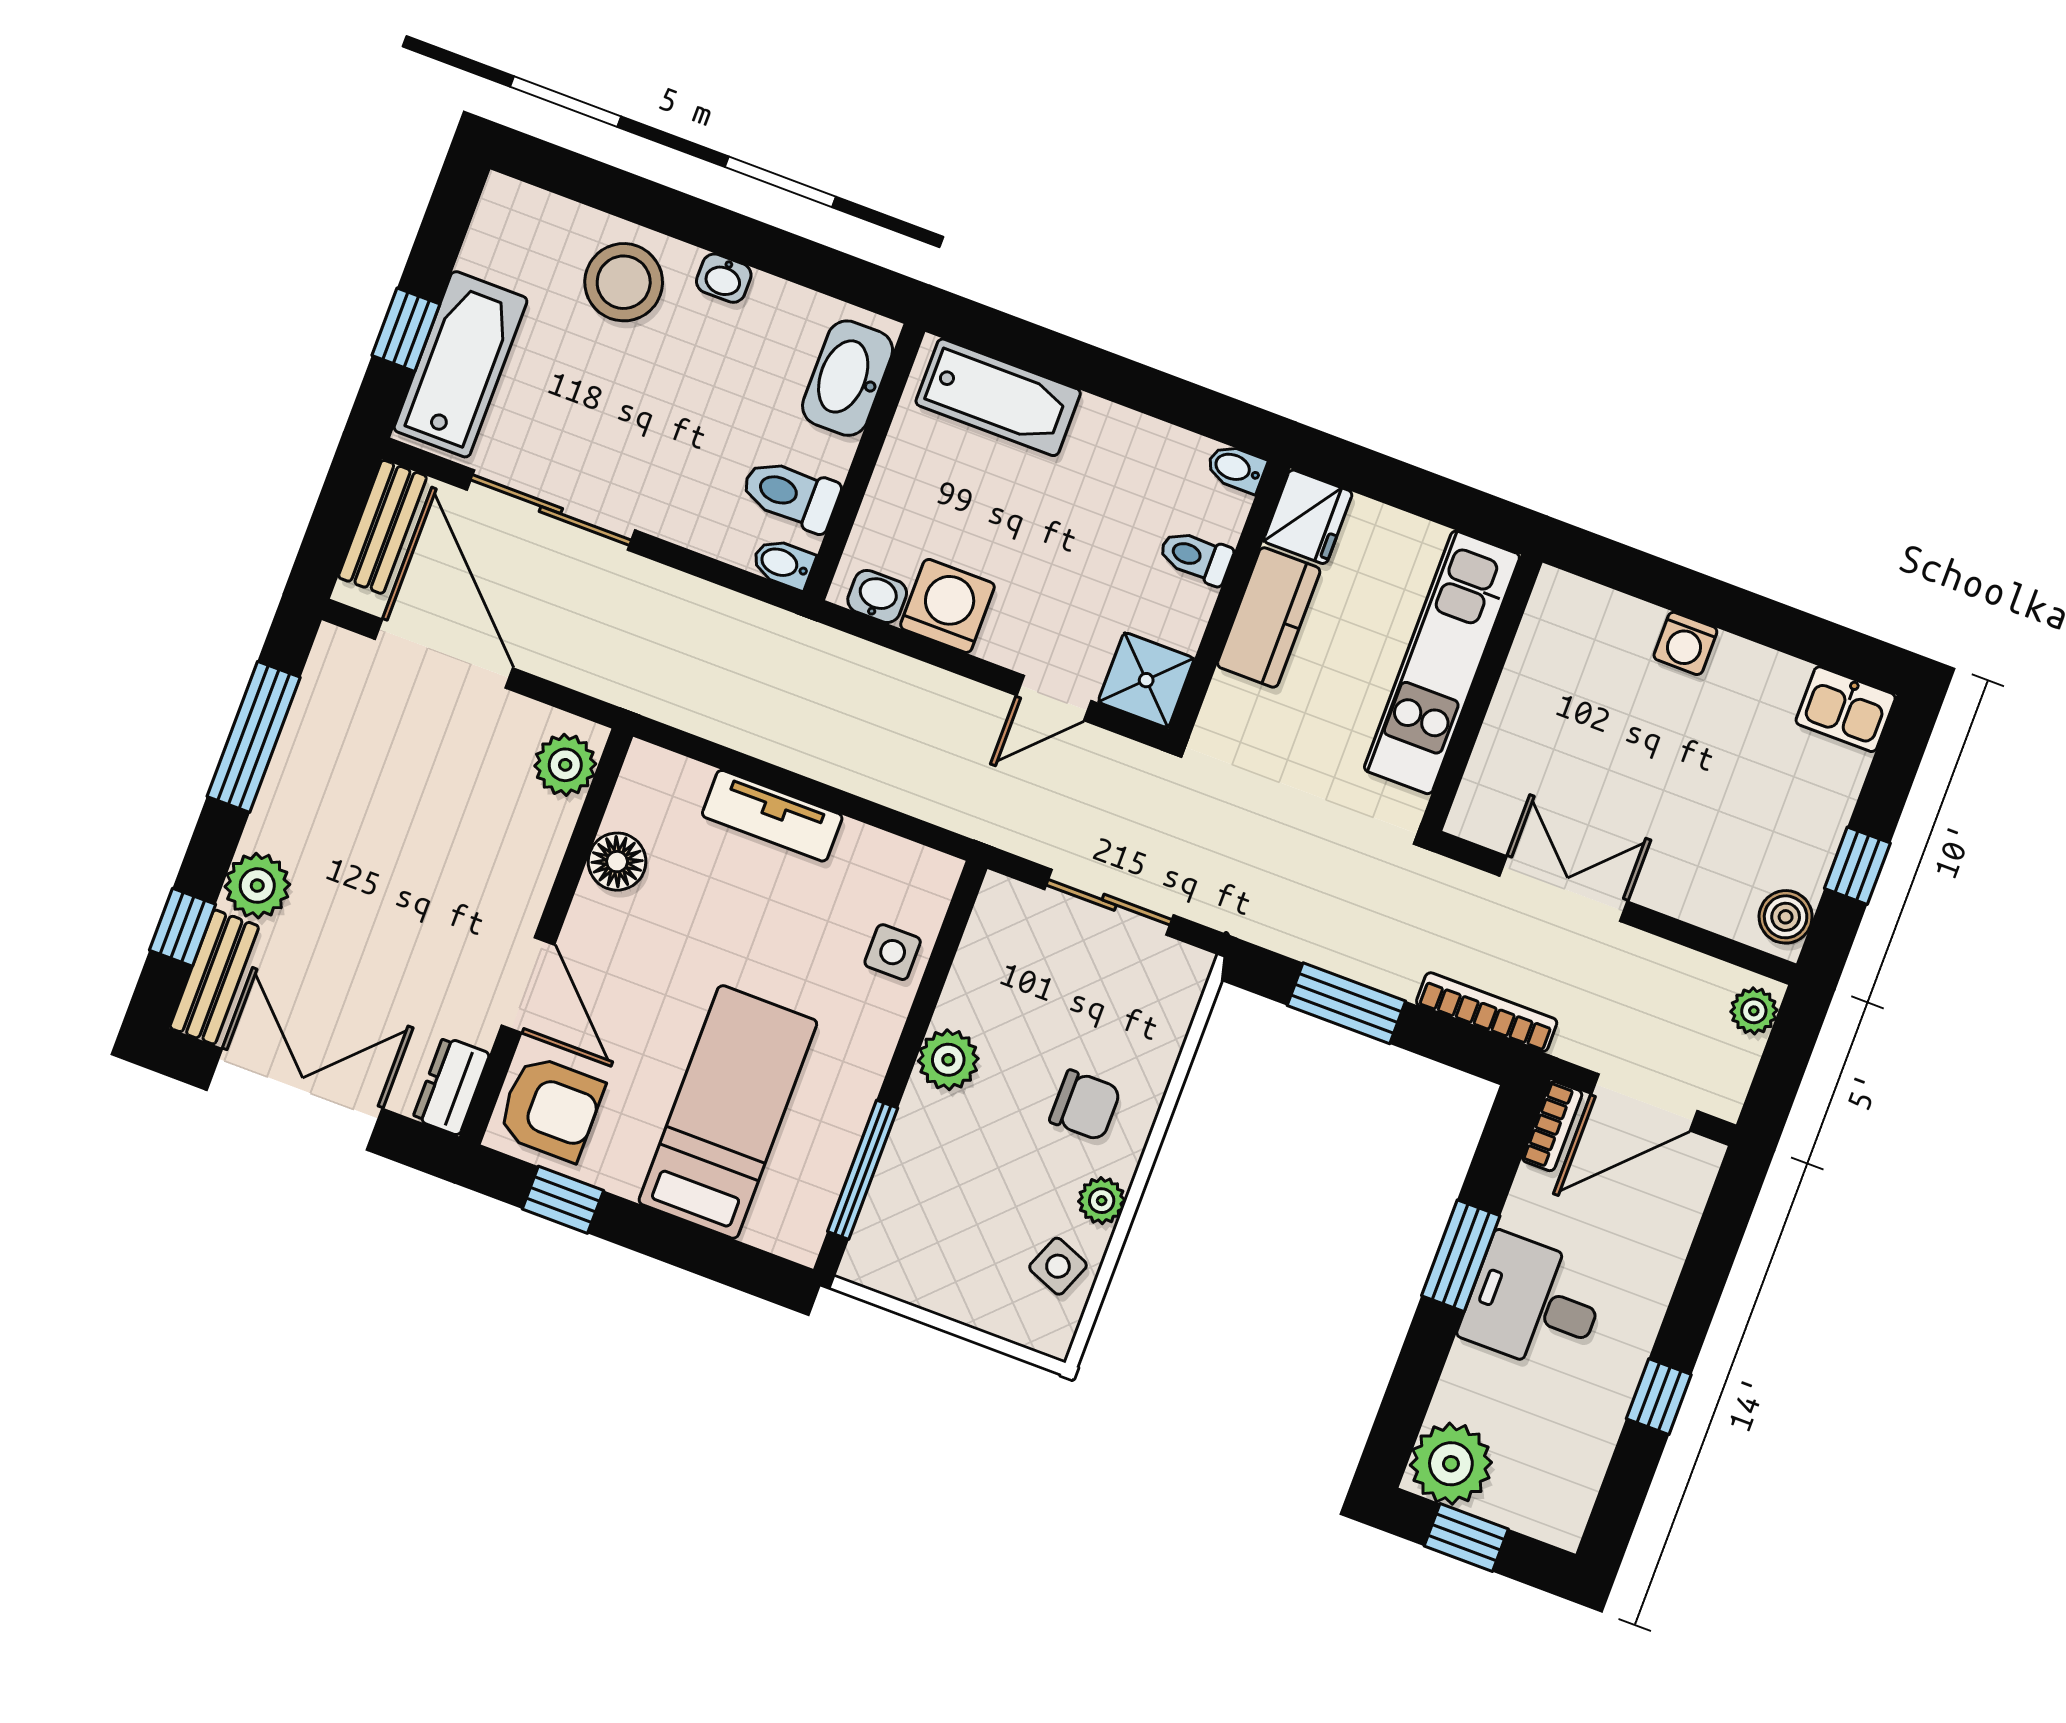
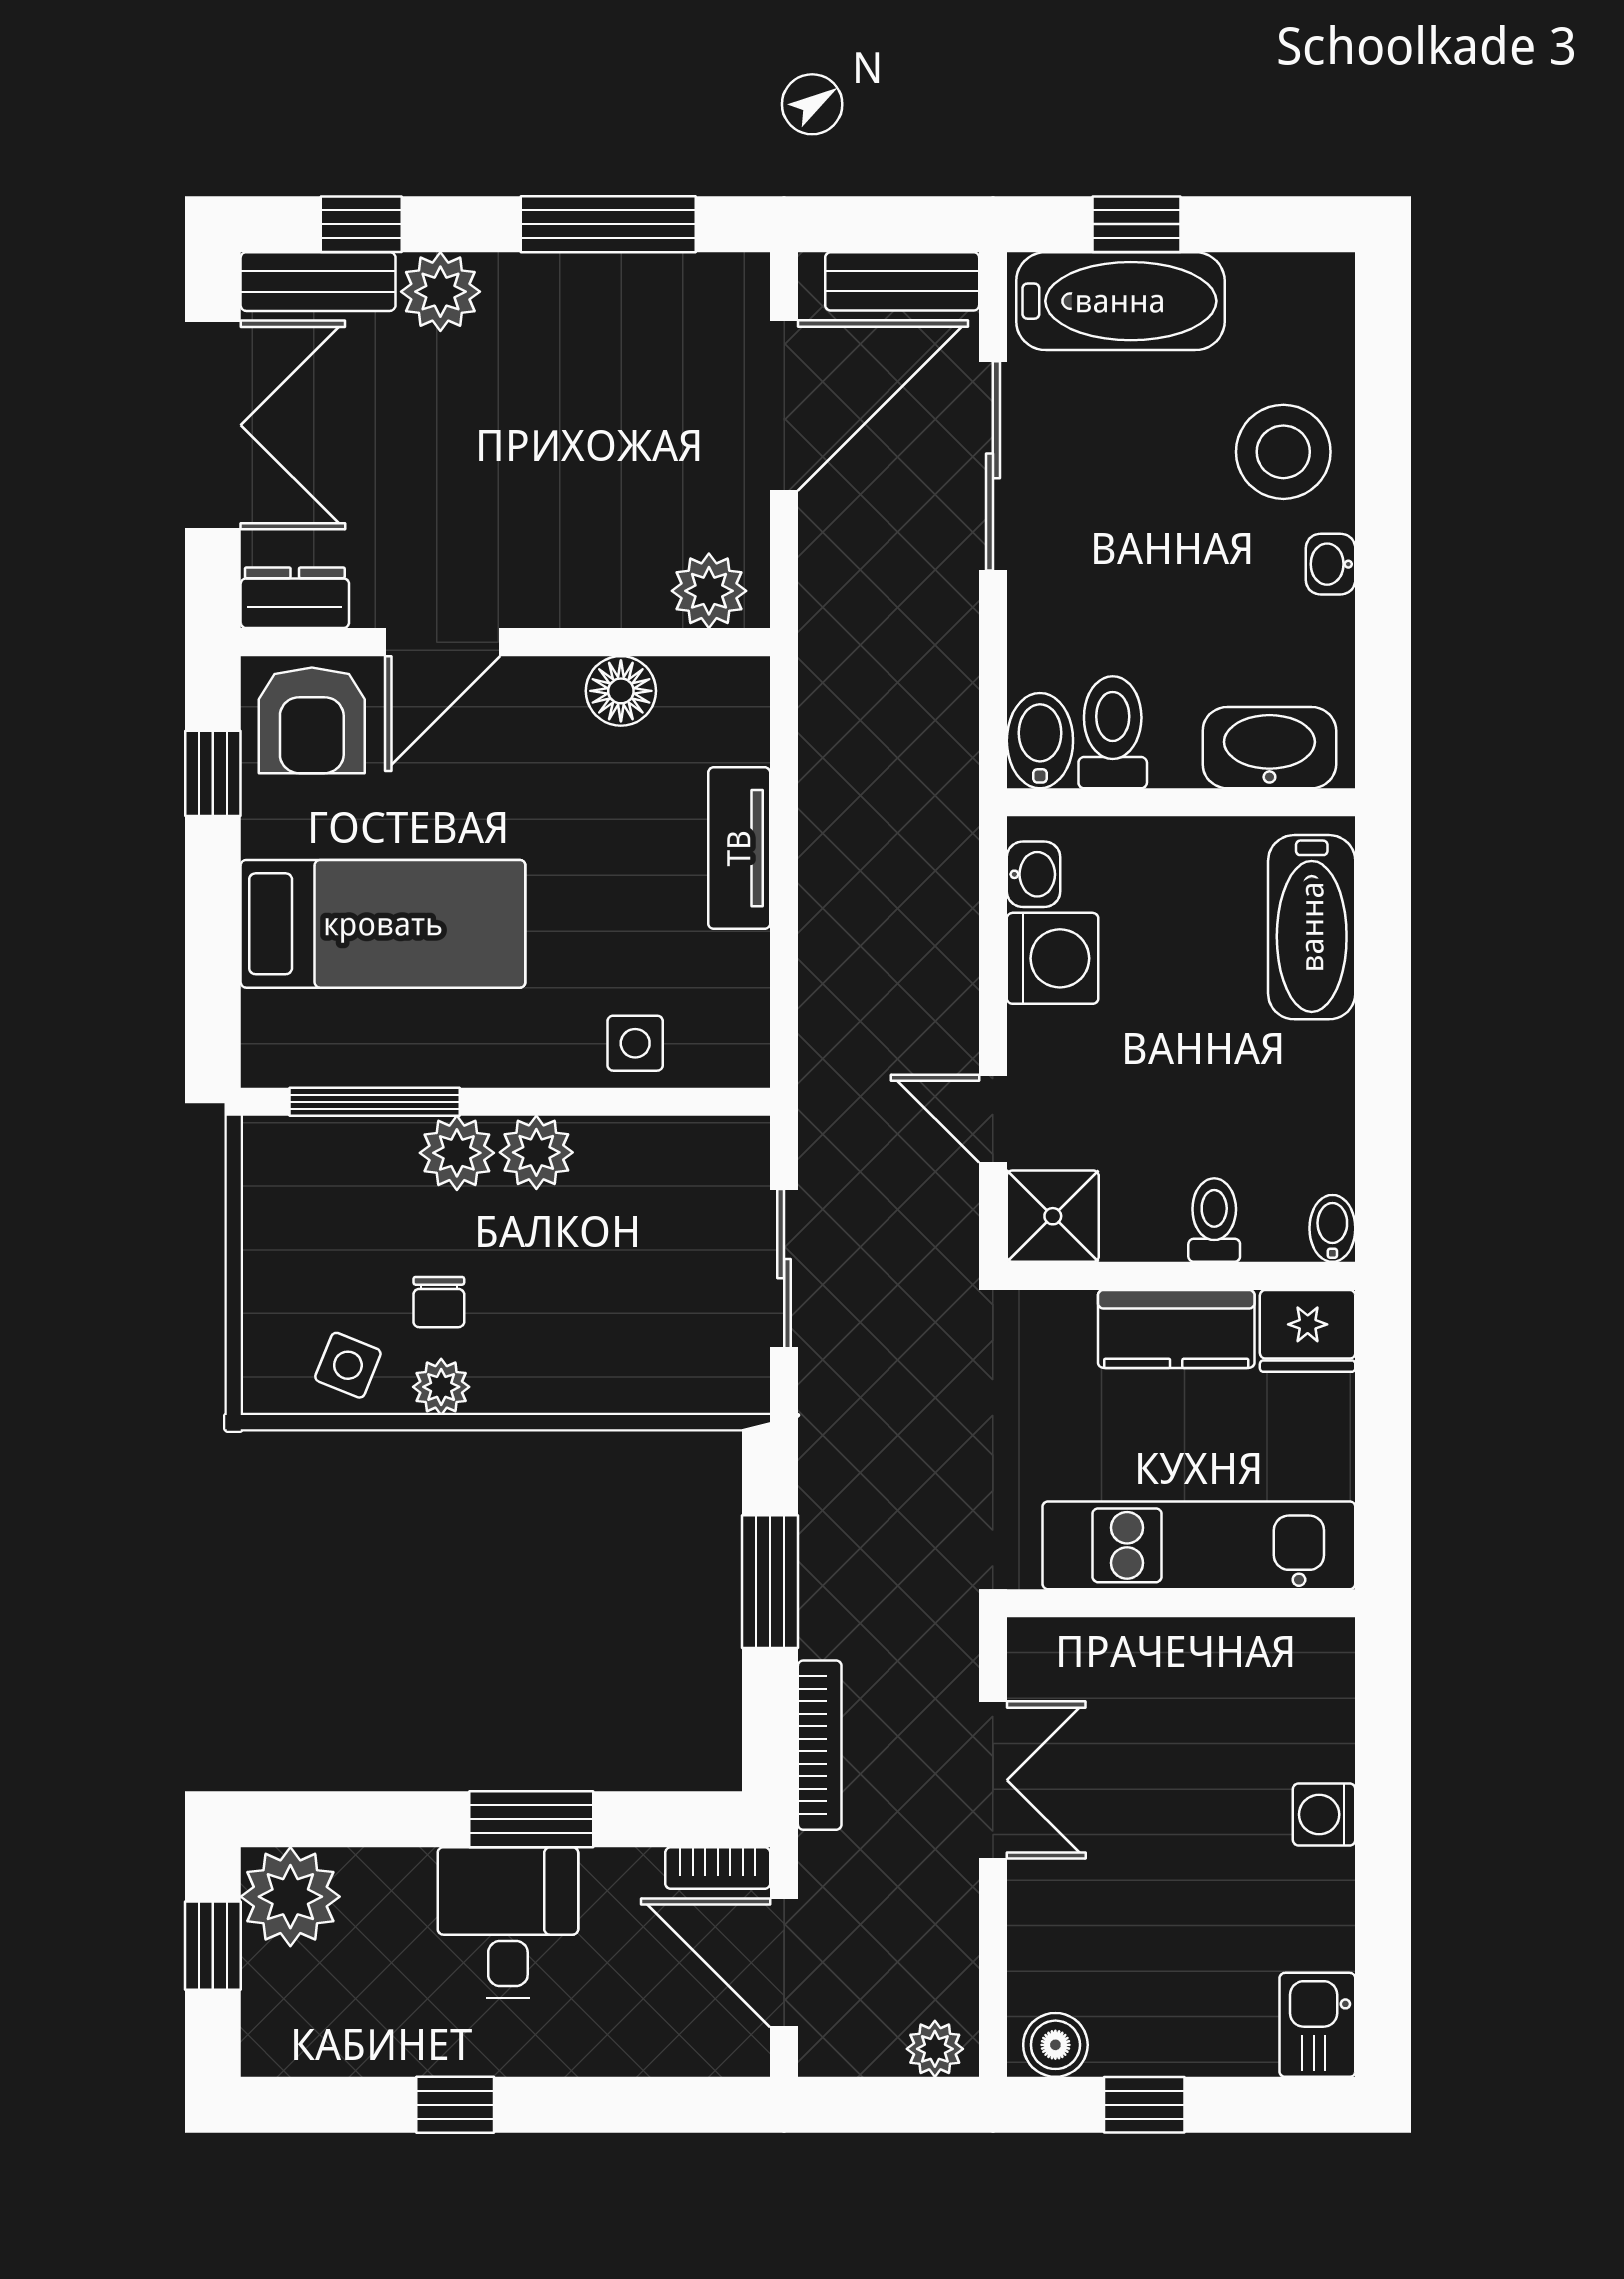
bidet: (783, 564) -> (1040, 741), width x1.38, depth x1.36
chair: (1085, 1105) -> (439, 1302), moved, width x0.73, depth x0.73
plant: (926, 1121) -> (457, 1153), added

